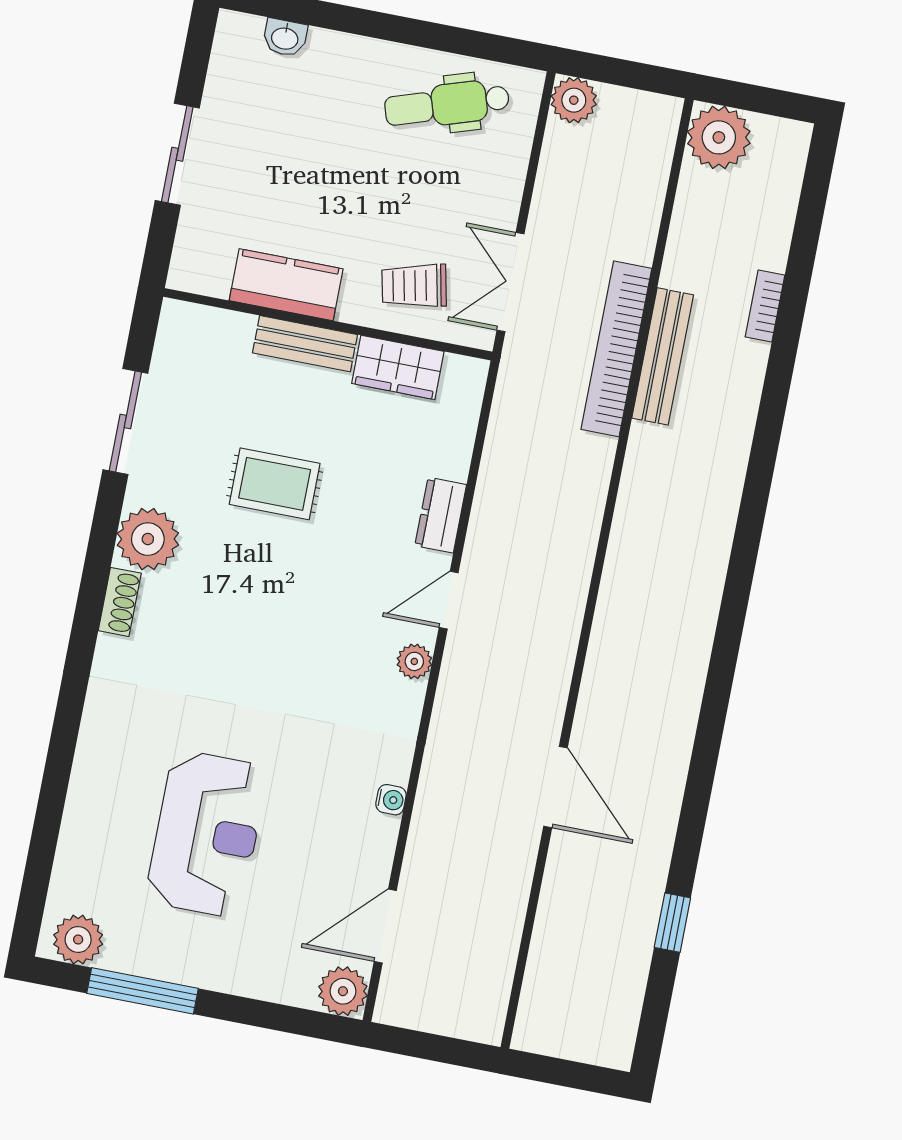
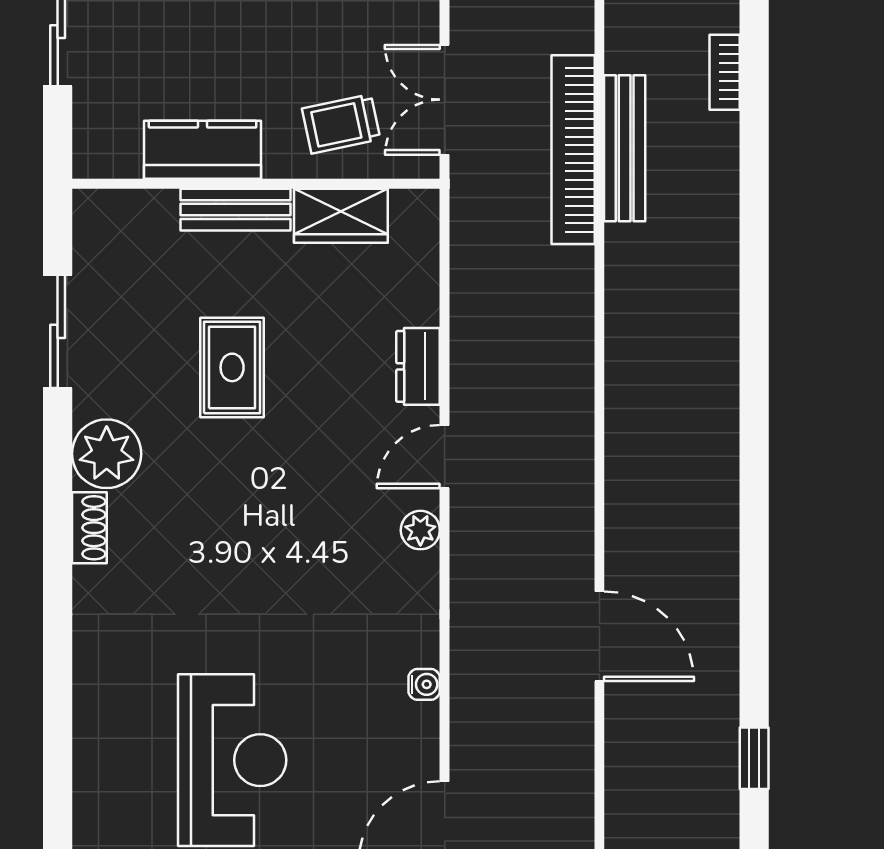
rug: (275, 484) -> (232, 367), turned 90

